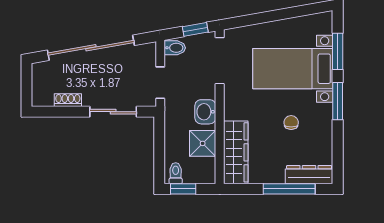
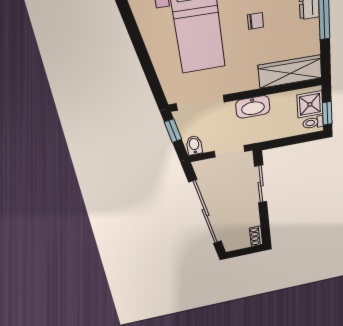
shoe rack: (68, 100) -> (256, 236), moved
washbasin: (205, 112) -> (253, 107), width x1.38
chair: (291, 122) -> (255, 21), turned 180
shower: (203, 143) -> (310, 104), moved

